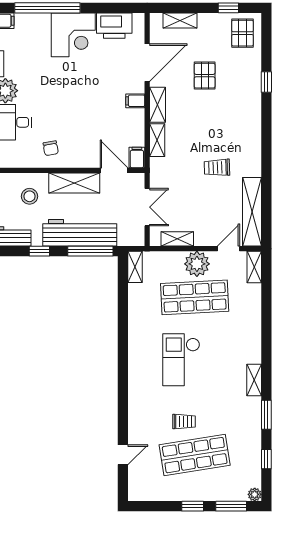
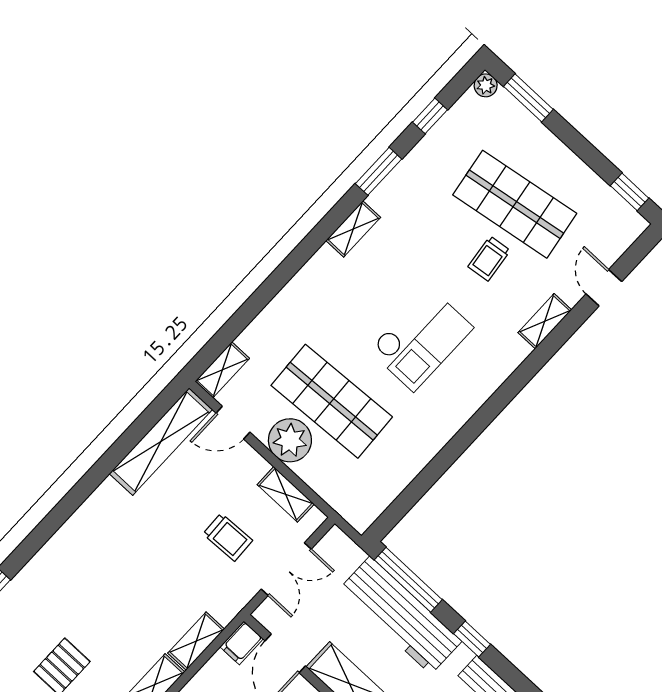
trolley: (217, 168) -> (228, 537), moved
double door: (147, 207) -> (286, 569), swing flipped
shelving: (135, 267) -> (545, 321), moved
trolley: (184, 421) -> (489, 259), turned -97
door: (123, 455) -> (604, 288), hinge flipped
window: (193, 506) -> (630, 192), moved

